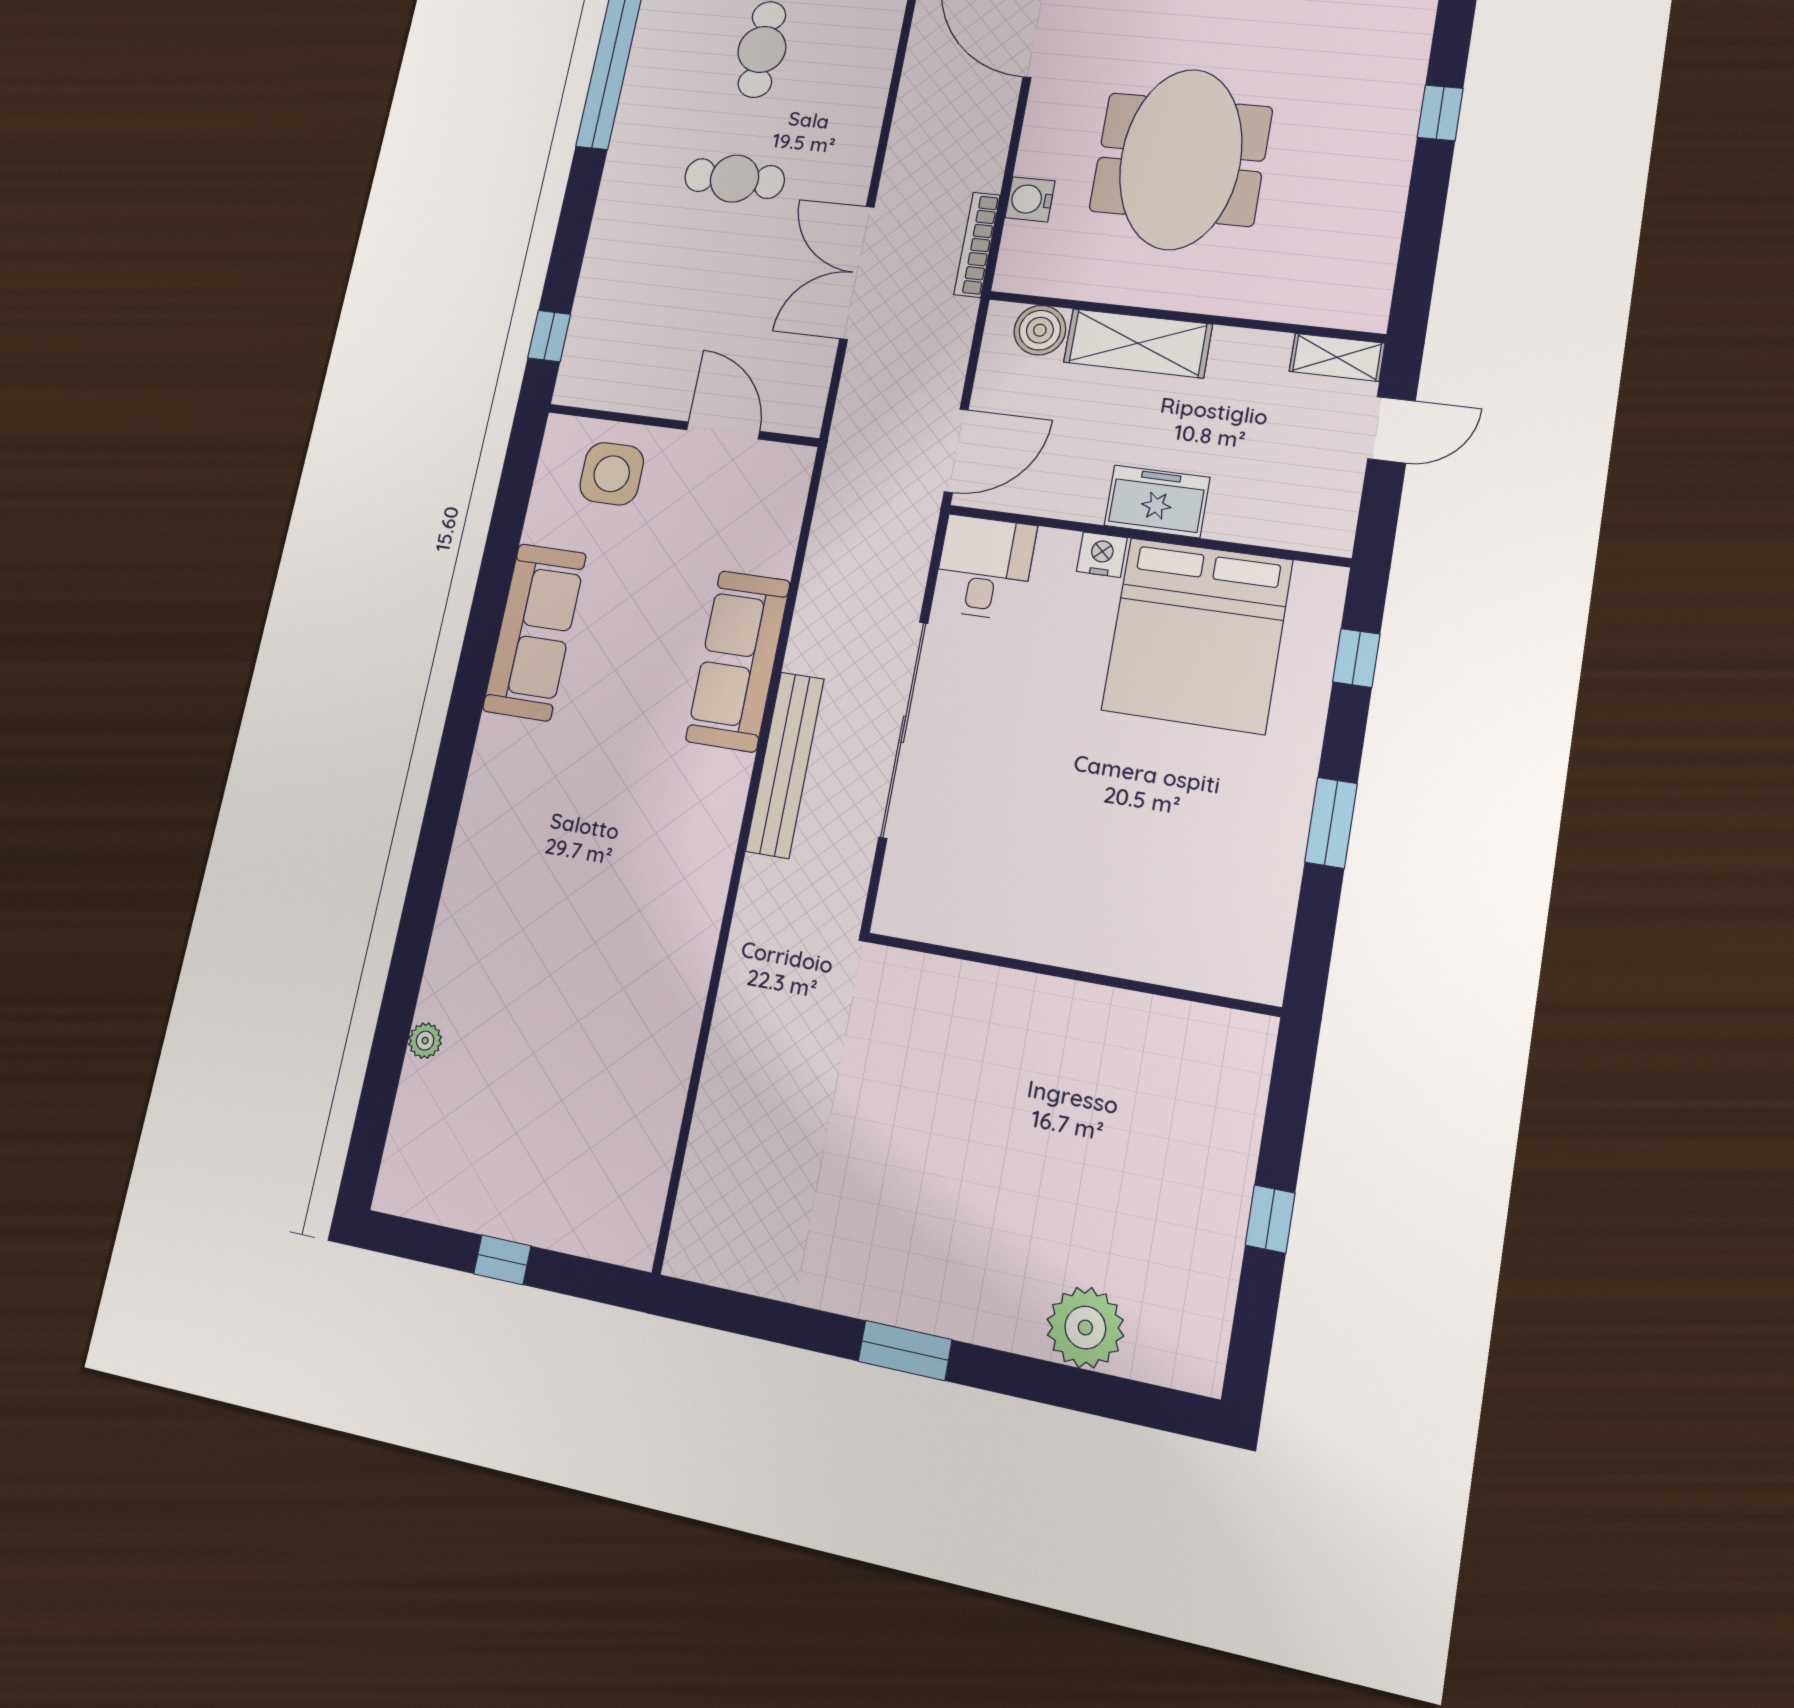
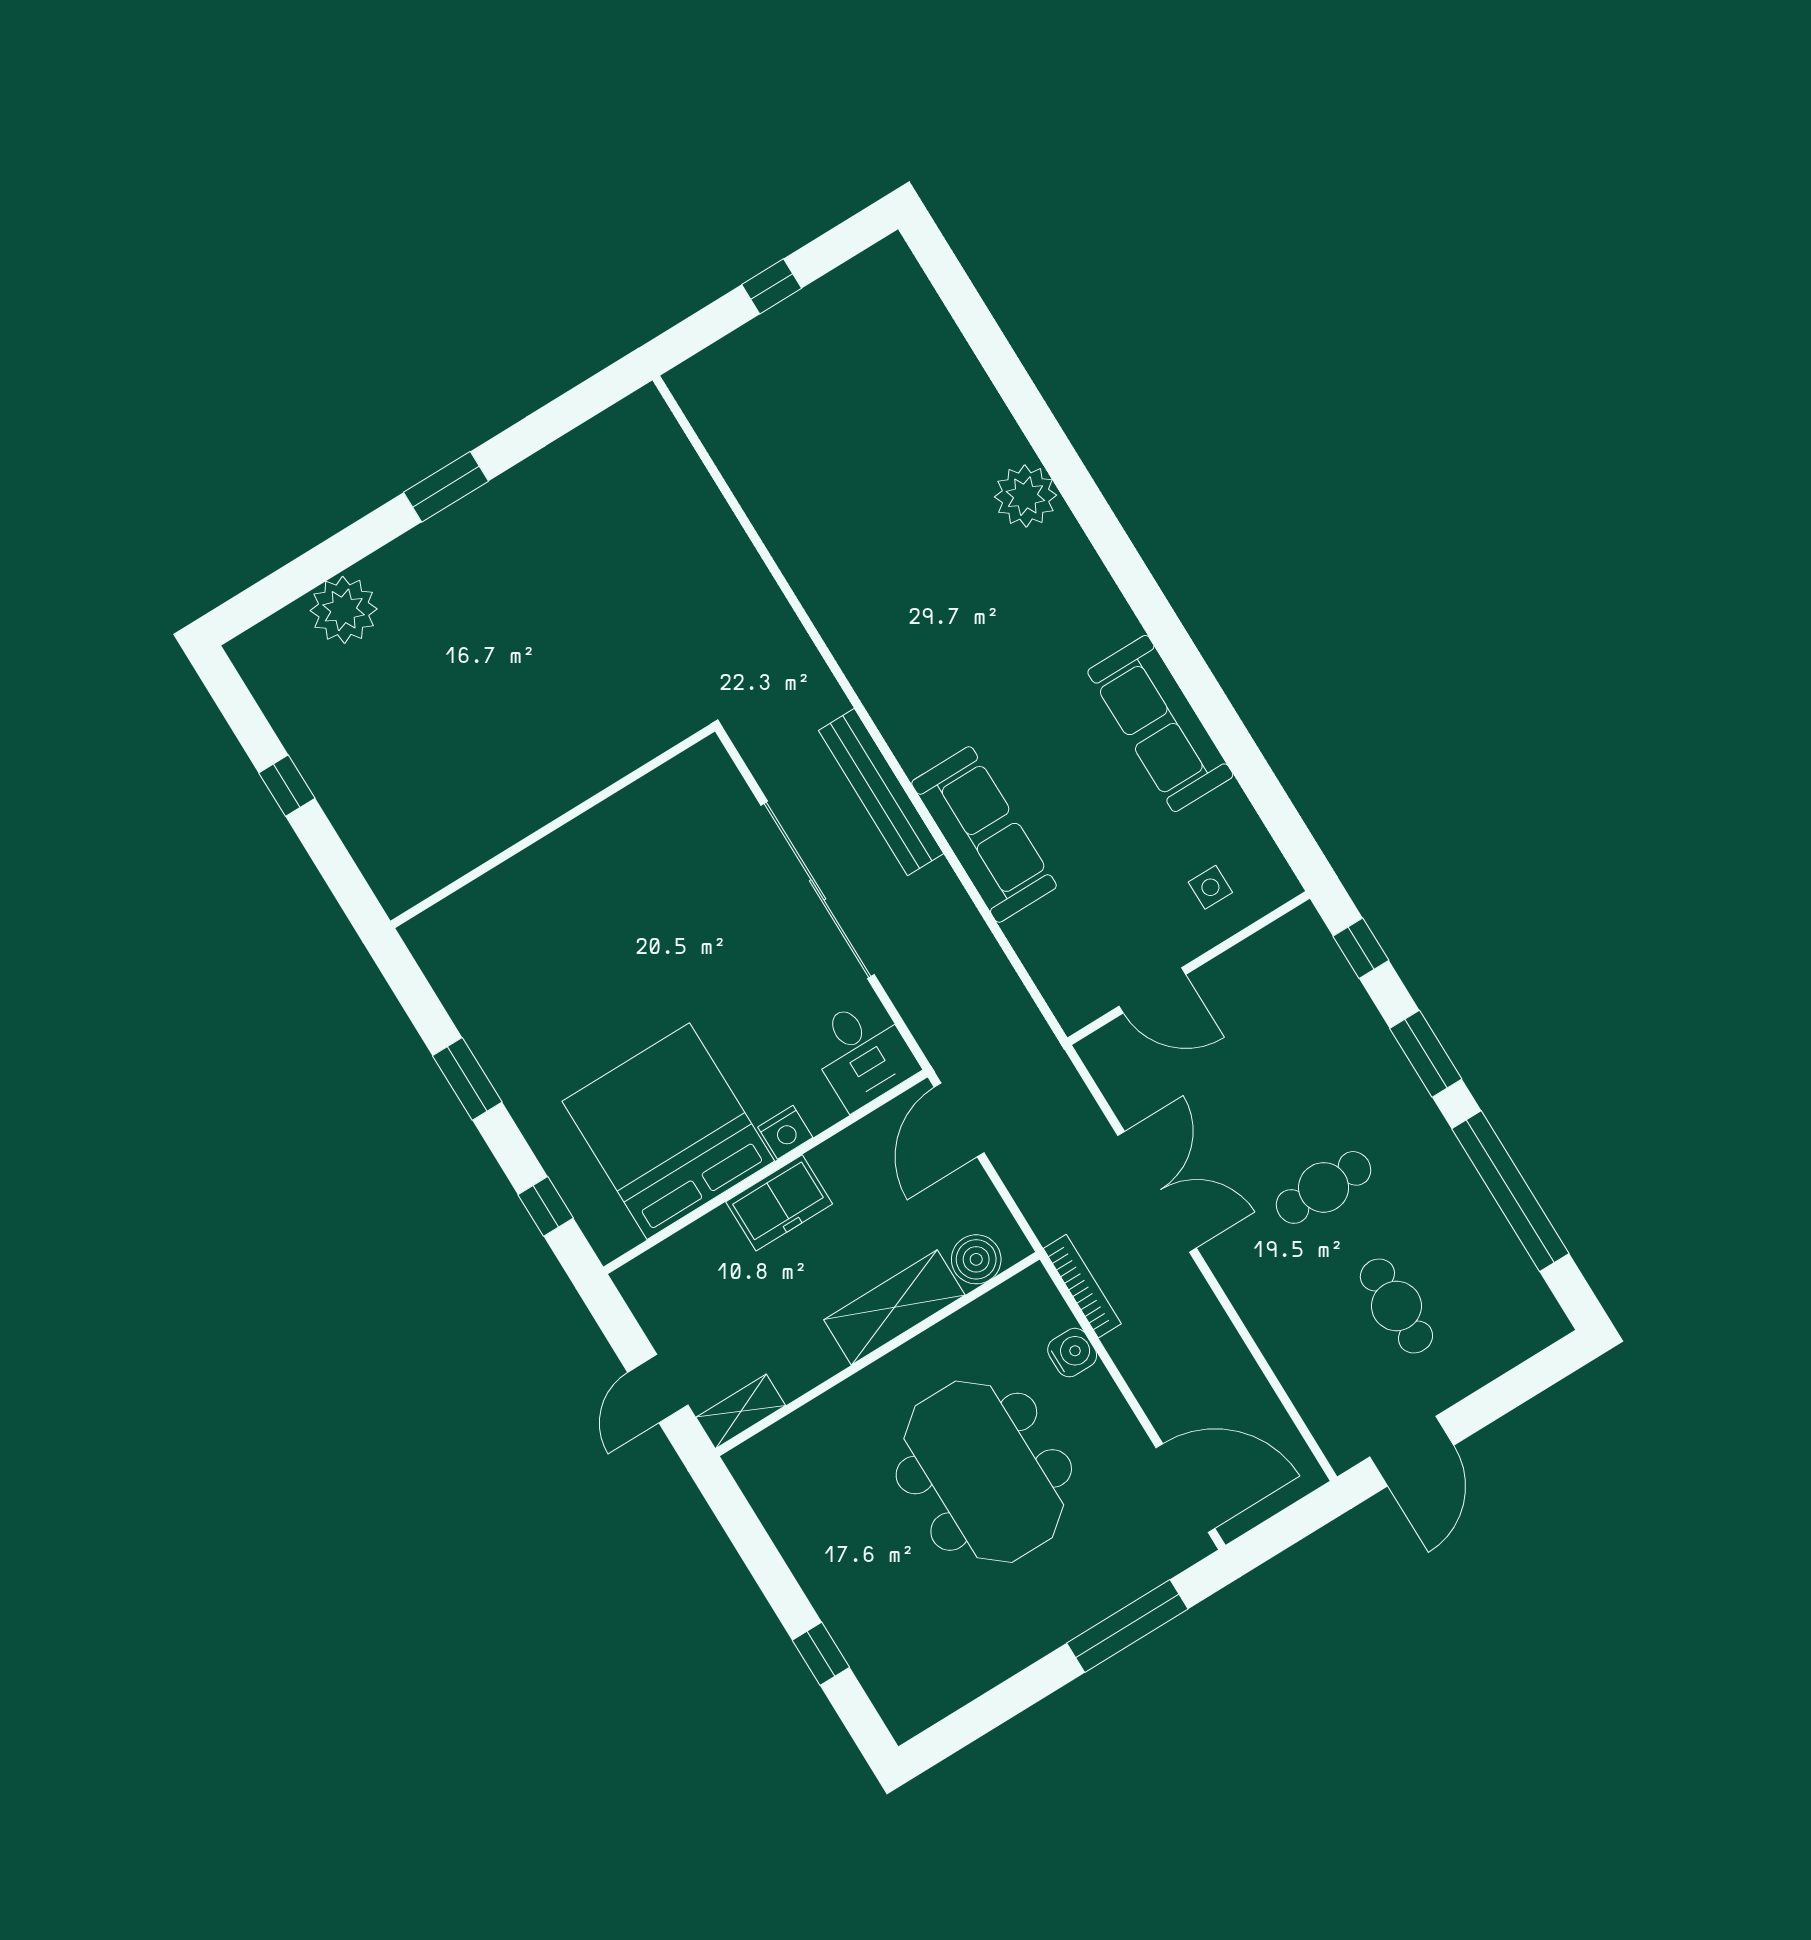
window: (575, 220) -> (1426, 1054), added
side table: (612, 474) -> (1210, 887), width x0.54, depth x0.54
plant: (425, 1041) -> (1025, 496), moved, width x1.88, depth x1.88

